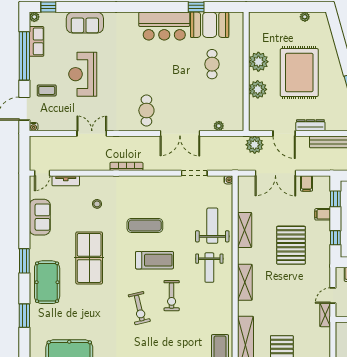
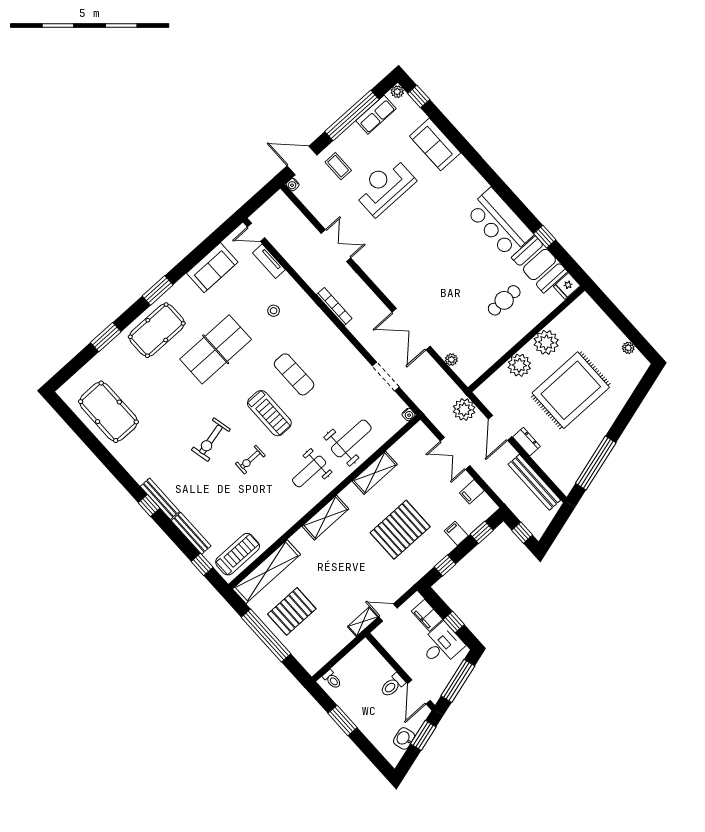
fridge: (236, 20) -> (567, 286), added
cafe table: (146, 110) -> (404, 278), removed
dresser: (310, 125) -> (526, 442), width x0.70
double door: (275, 173) -> (455, 453), width x0.73
exercise bike: (172, 296) -> (250, 460), width x0.73, depth x0.72

